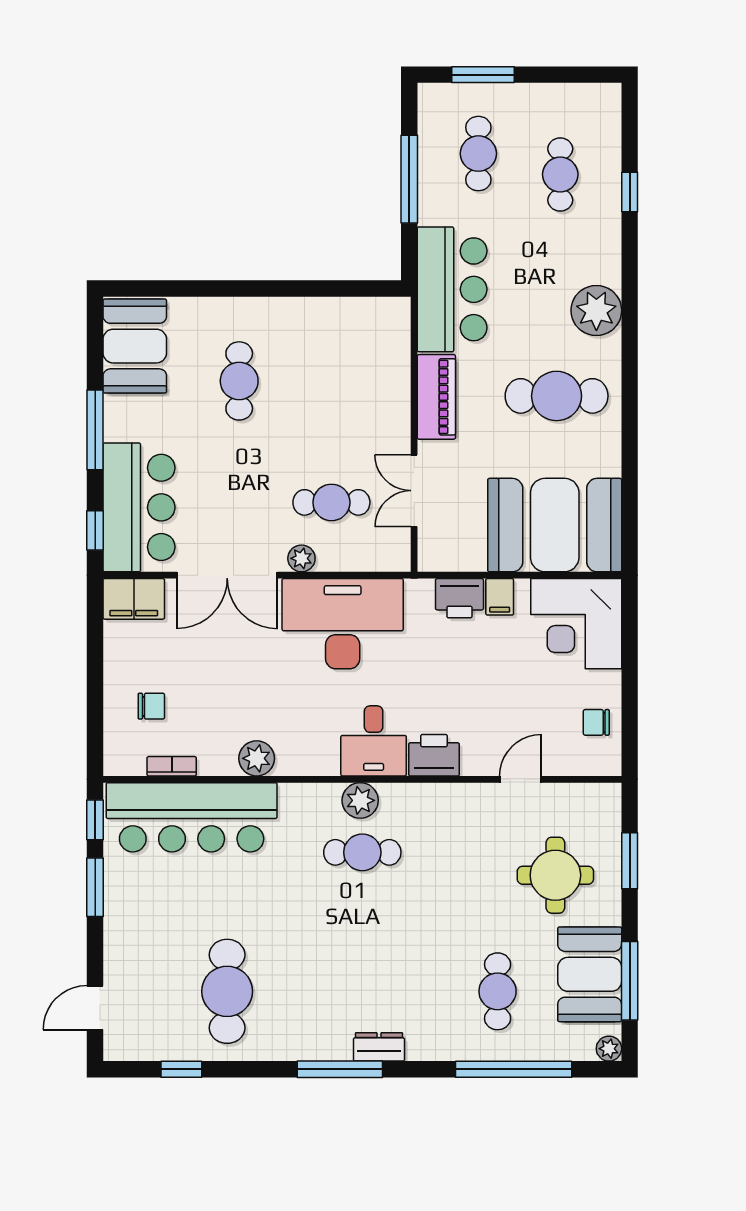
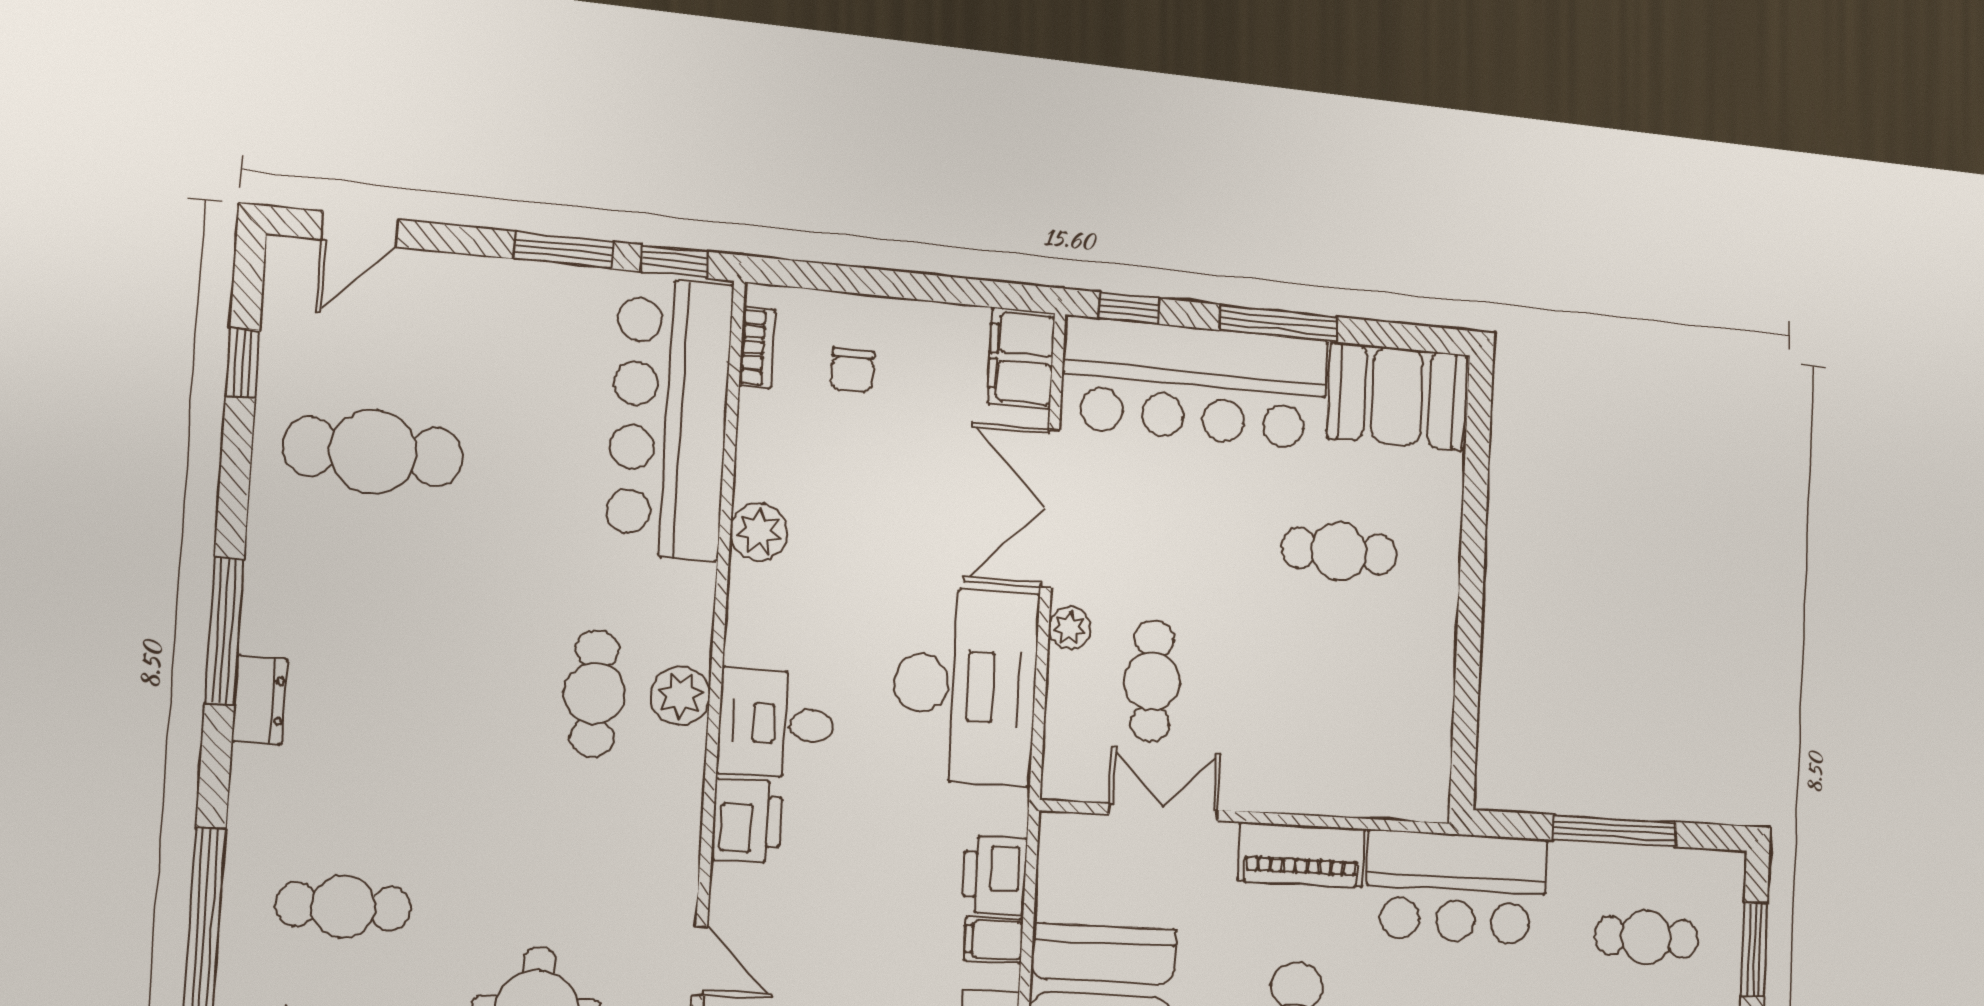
bar counter: (139, 507) -> (1195, 383), width x1.36
bookcase: (172, 766) -> (757, 348), moved
door: (95, 1008) -> (360, 229), swing flipped

